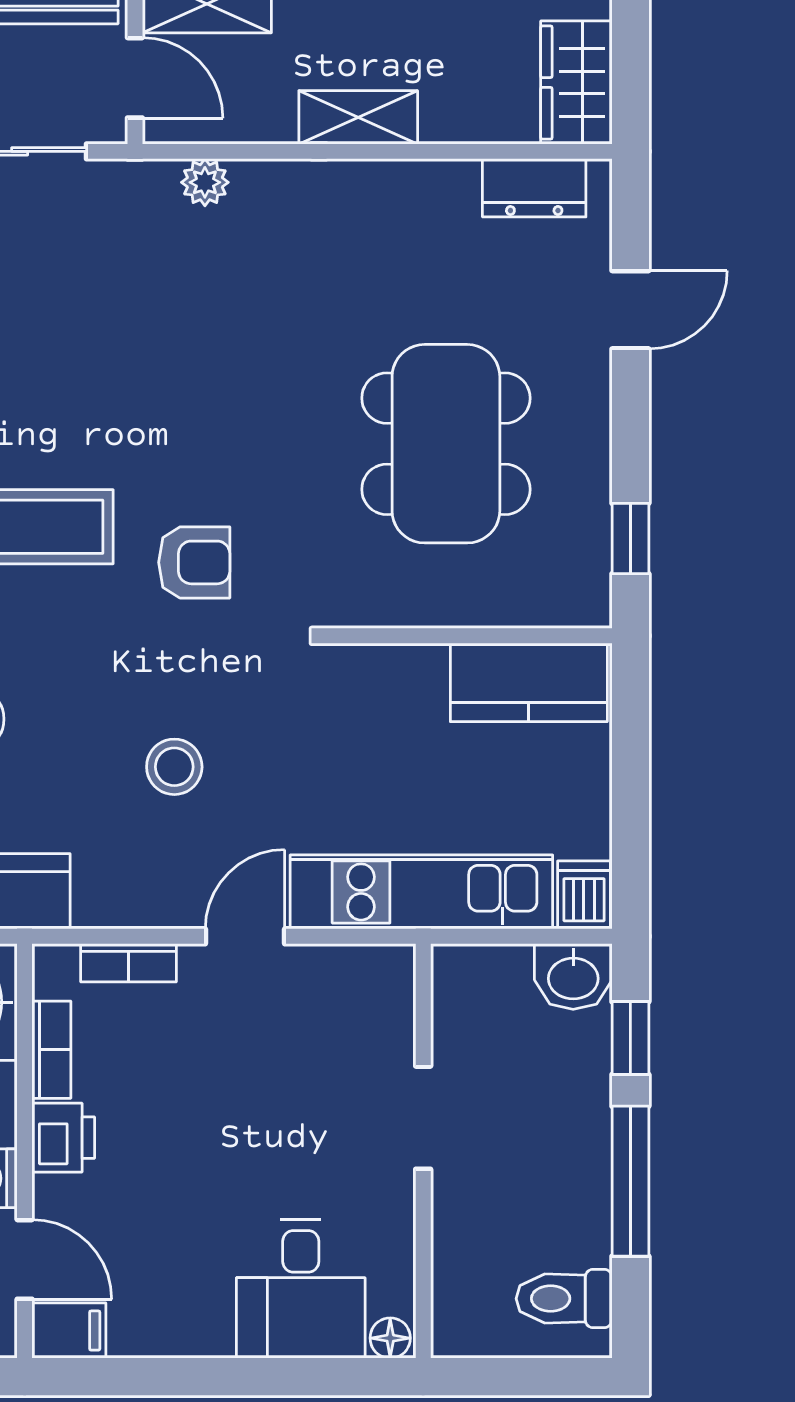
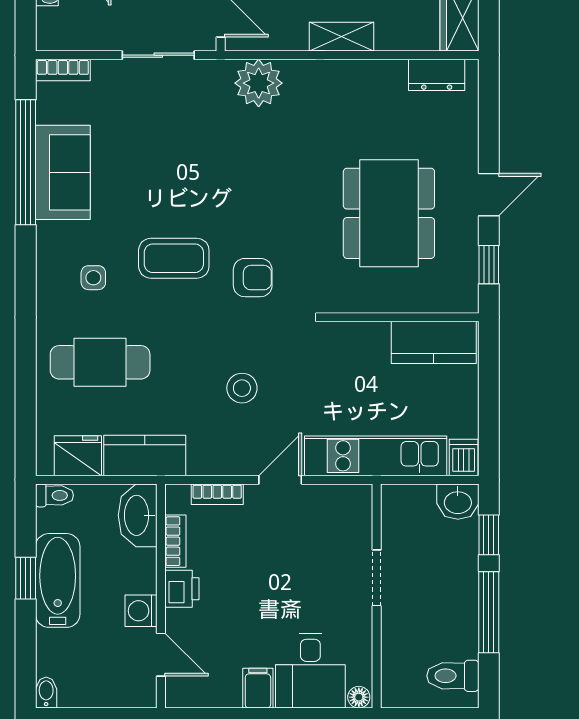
plant: (205, 182) -> (259, 83), width x1.87, depth x1.87
door: (630, 310) -> (489, 195), moved
filing cabinet: (69, 1331) -> (258, 688), moved, turned -90

